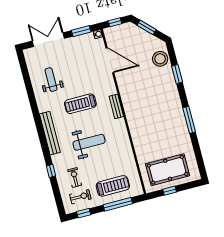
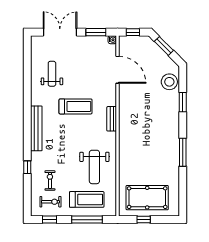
treadmill: (80, 104) -> (76, 106), turned 180
weight bench: (89, 142) -> (94, 167), moved, turned 90

